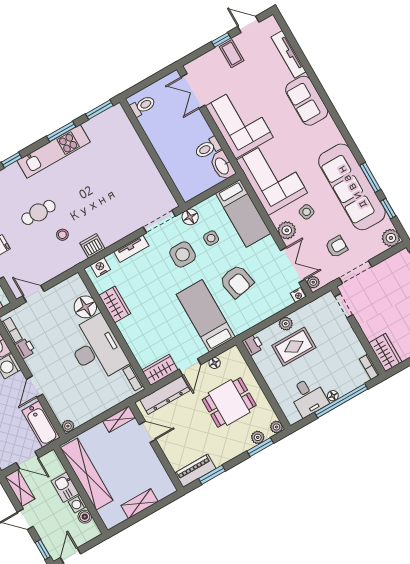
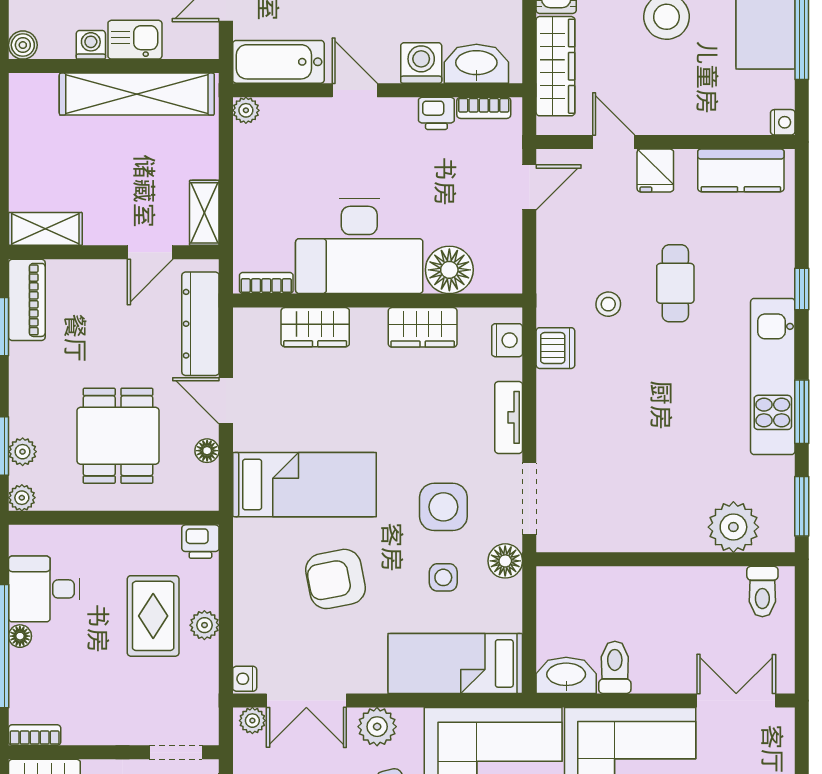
plant: (124, 132) -> (733, 527), added
wardrobe: (160, 370) -> (315, 327), moved, turned 90
shelving: (140, 504) -> (45, 229), moved, turned 90
boiler: (85, 517) -> (23, 45), moved

